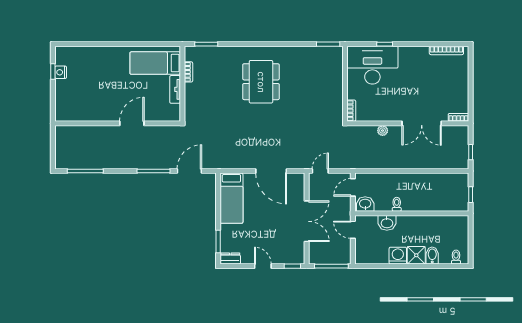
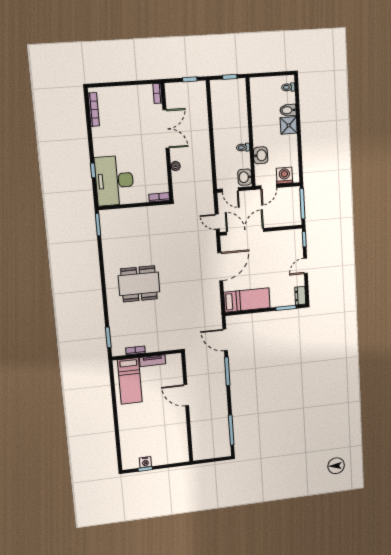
double door: (307, 221) -> (245, 232), moved
washing machine: (398, 256) -> (284, 176), moved, turned 90

